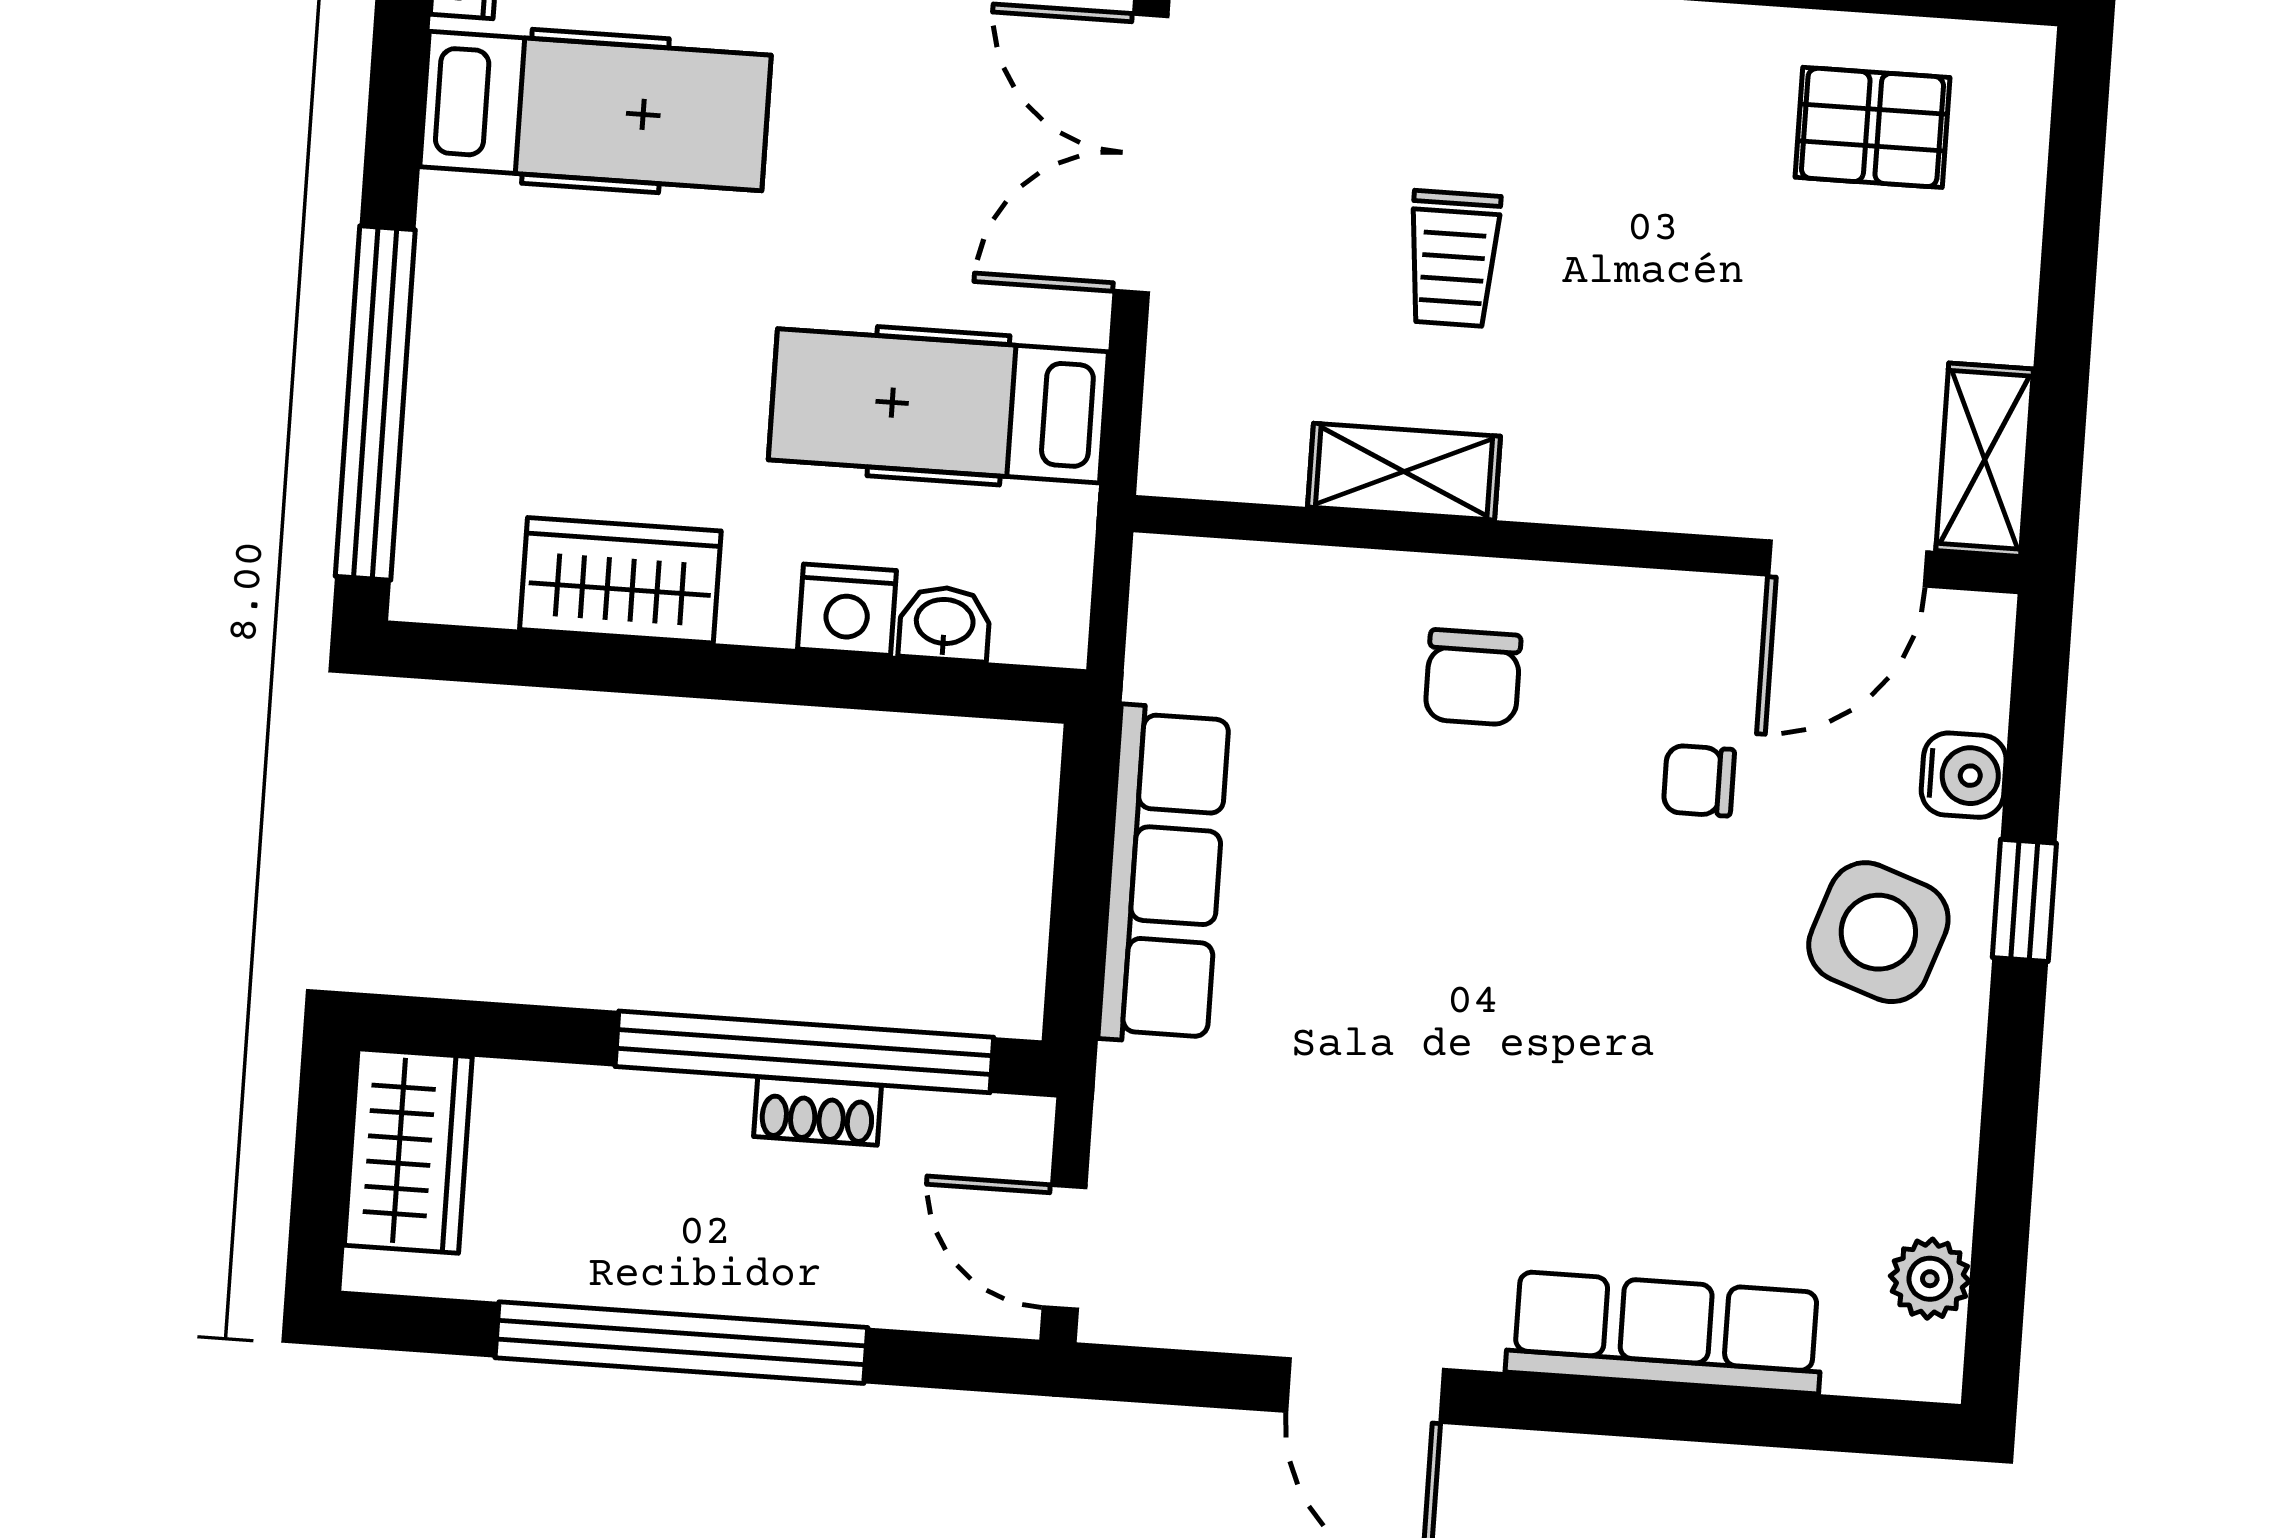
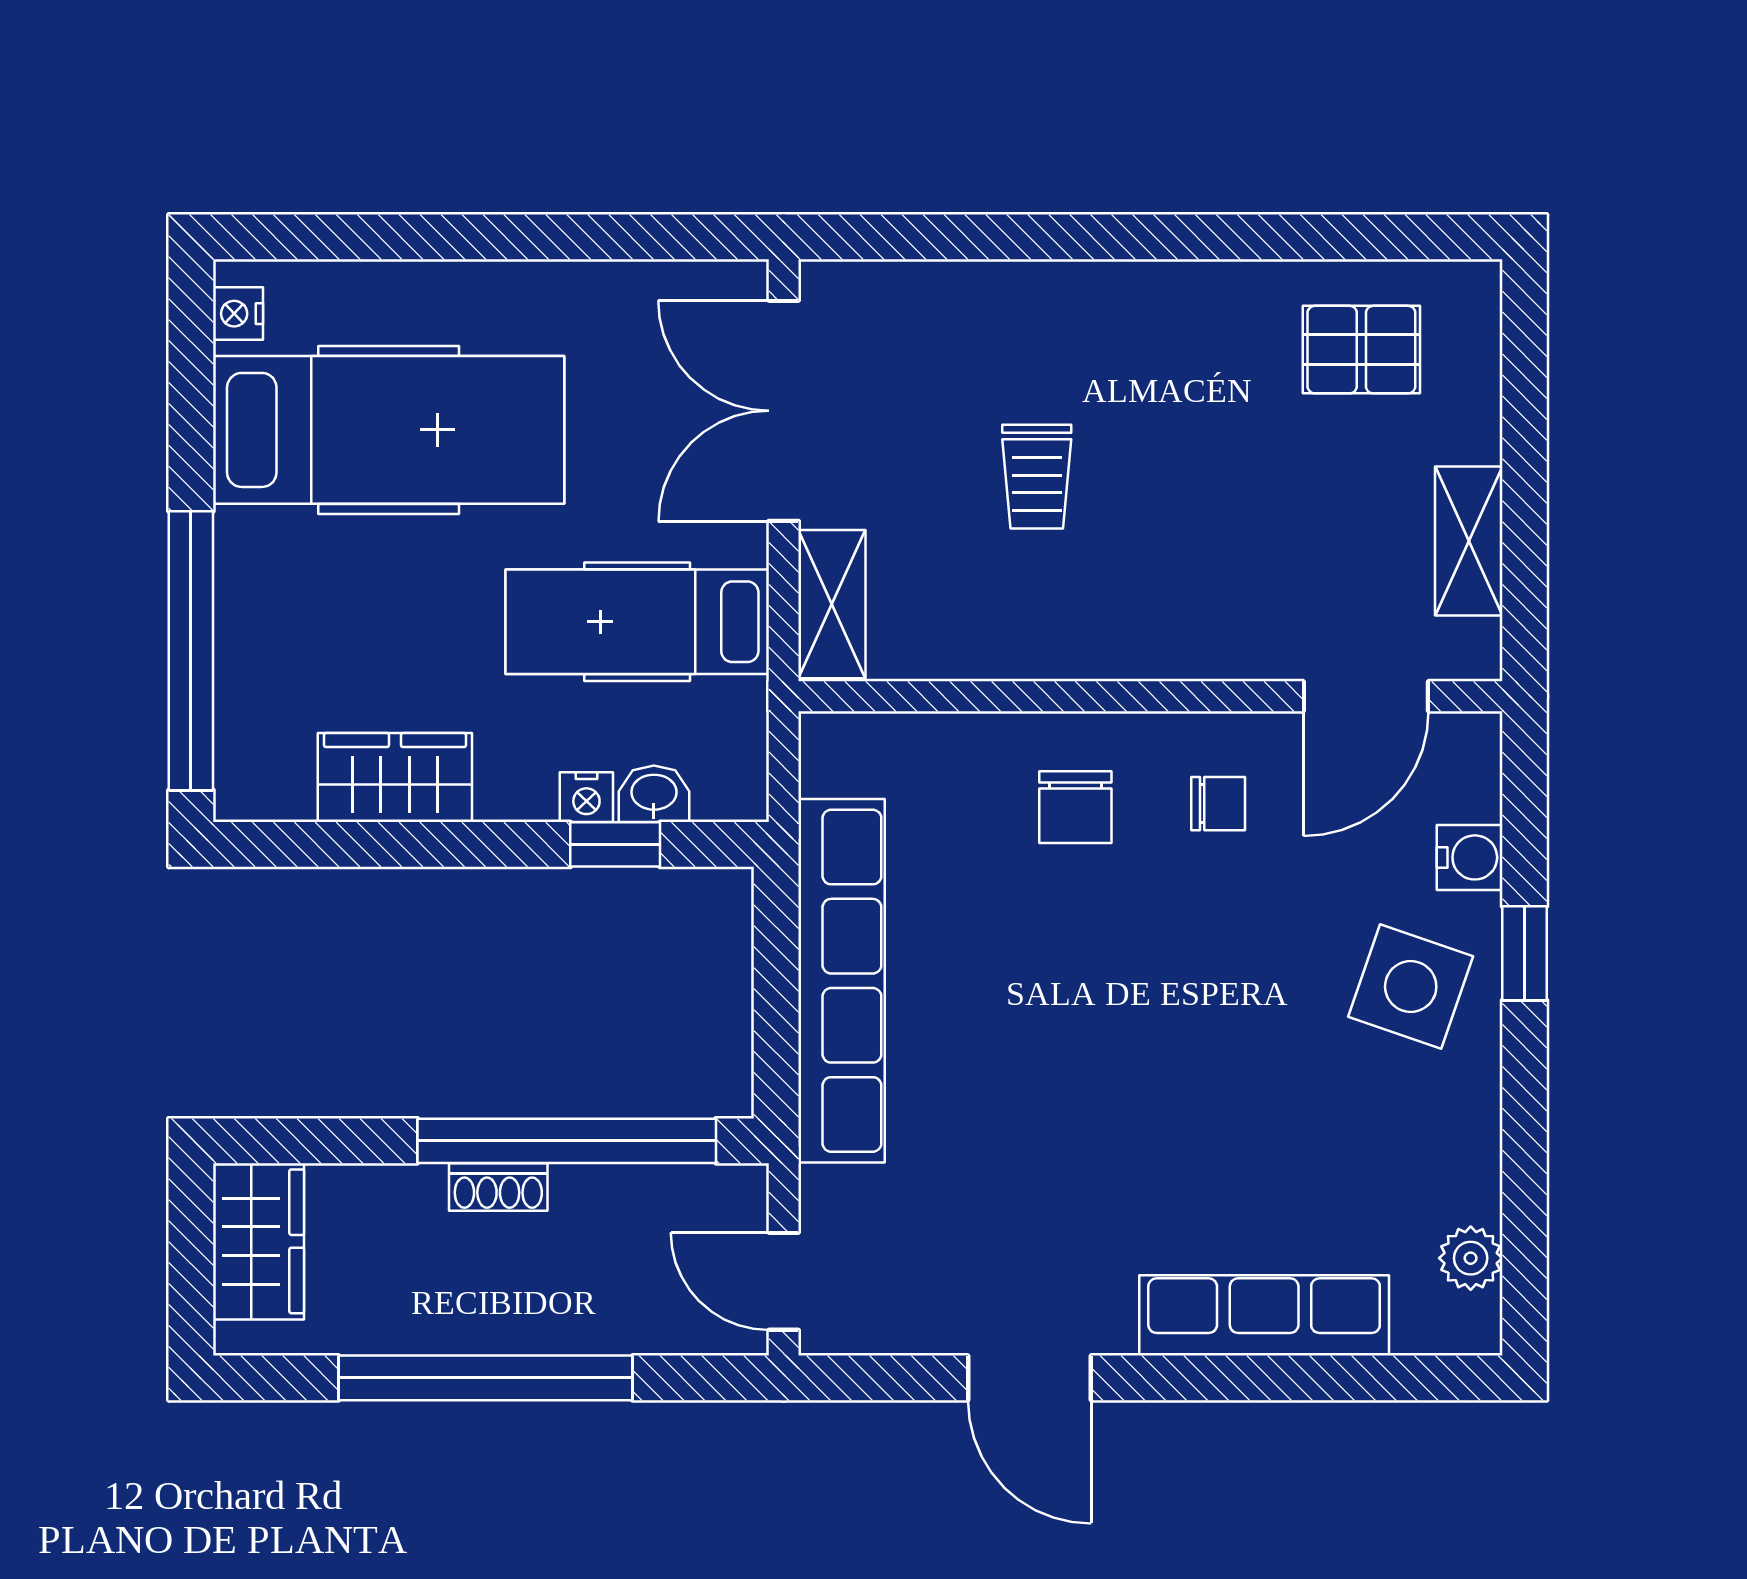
hospital bed: (595, 111) -> (389, 430), width x1.37, depth x1.29
shelving: (1985, 460) -> (1469, 541), moved
shelving: (1404, 472) -> (832, 604), moved, turned 90
nightstand: (847, 610) -> (586, 797), width x0.72, depth x0.74
window: (891, 684) -> (615, 844), added
chair: (1699, 781) -> (1218, 804), moved, turned 180
row of seats: (1164, 875) -> (842, 981), width x1.36
shoe rack: (817, 1111) -> (498, 1187), moved

